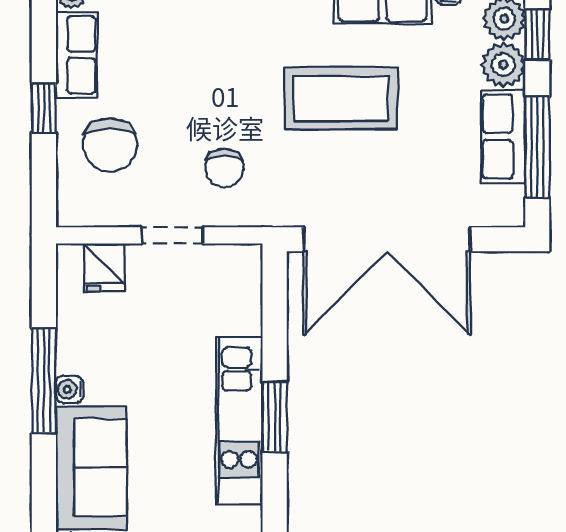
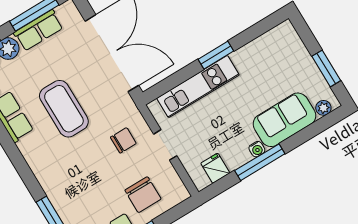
chair: (110, 145) -> (143, 195), turned 90
fridge: (104, 267) -> (215, 168), moved, turned -90
kitchen unit: (239, 421) -> (198, 87), moved

